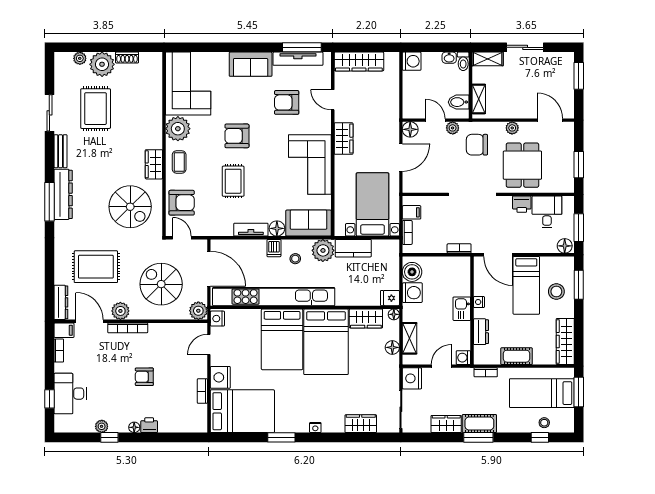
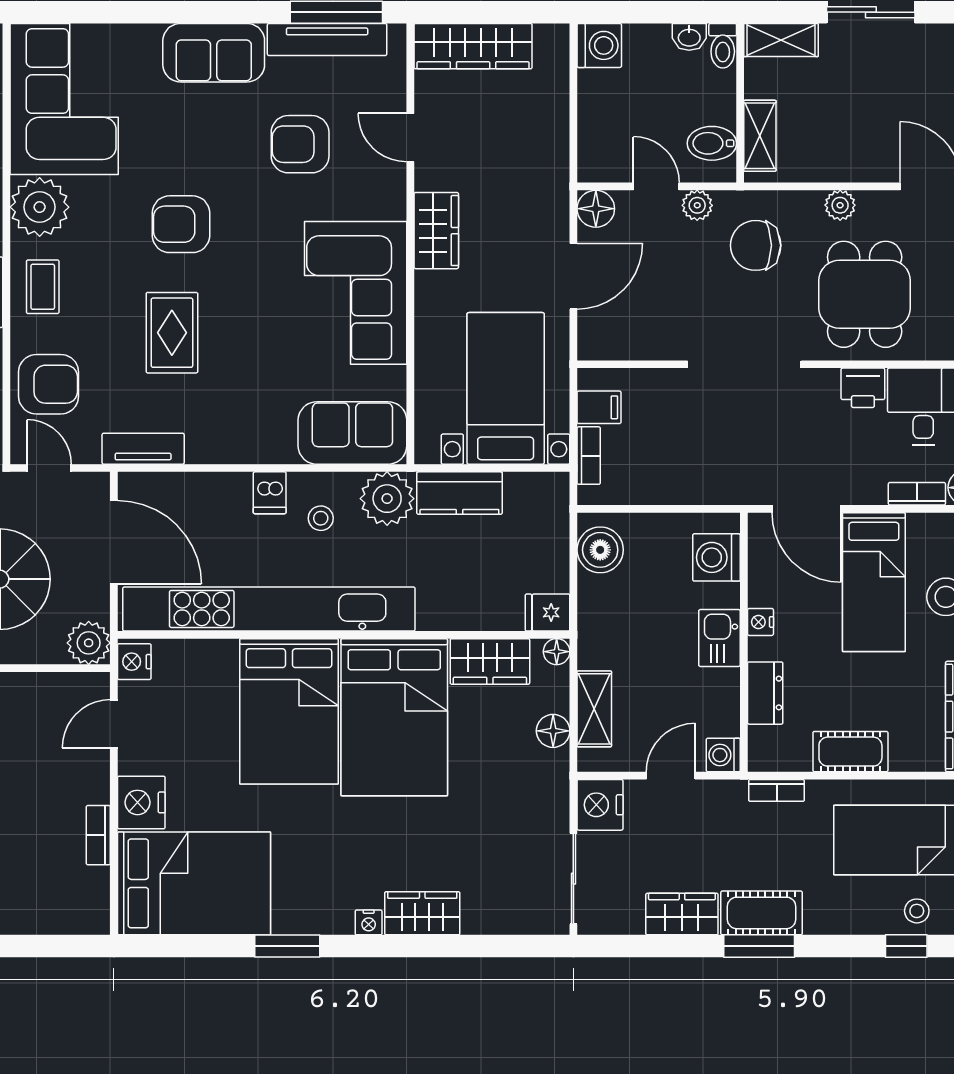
floor lamp: (277, 228) -> (277, 446), removed
tv unit: (251, 230) -> (143, 449), moved
bookcase: (459, 248) -> (917, 494), moved
washing machine: (412, 293) -> (716, 557), moved, turned 180
wardrobe: (361, 424) -> (422, 913), moved

